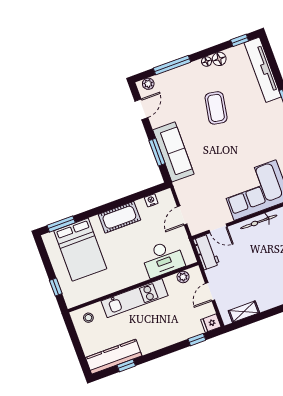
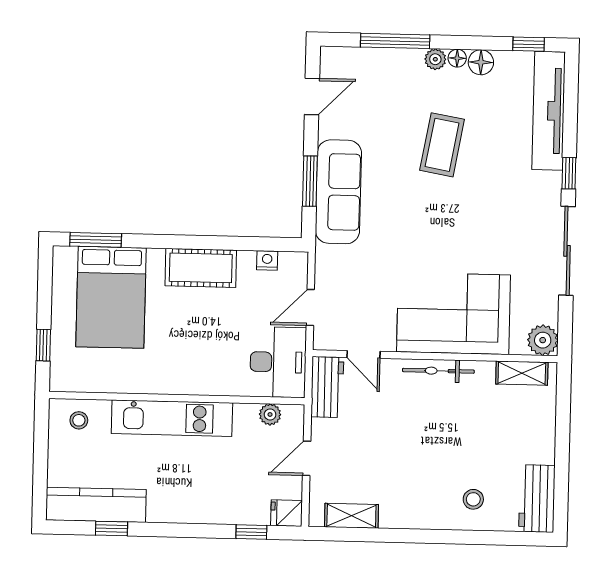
plant: (148, 84) -> (435, 59), moved
desk: (163, 259) -> (278, 362), moved, turned -90

